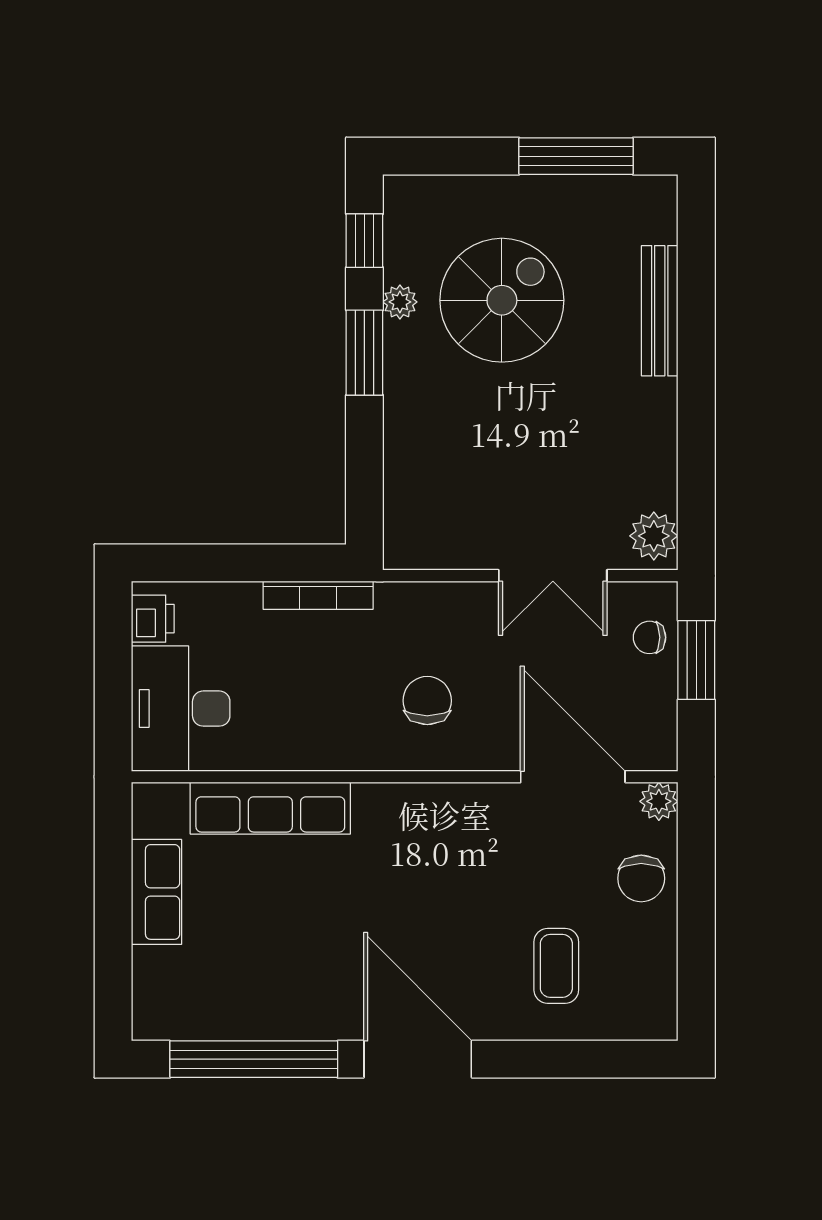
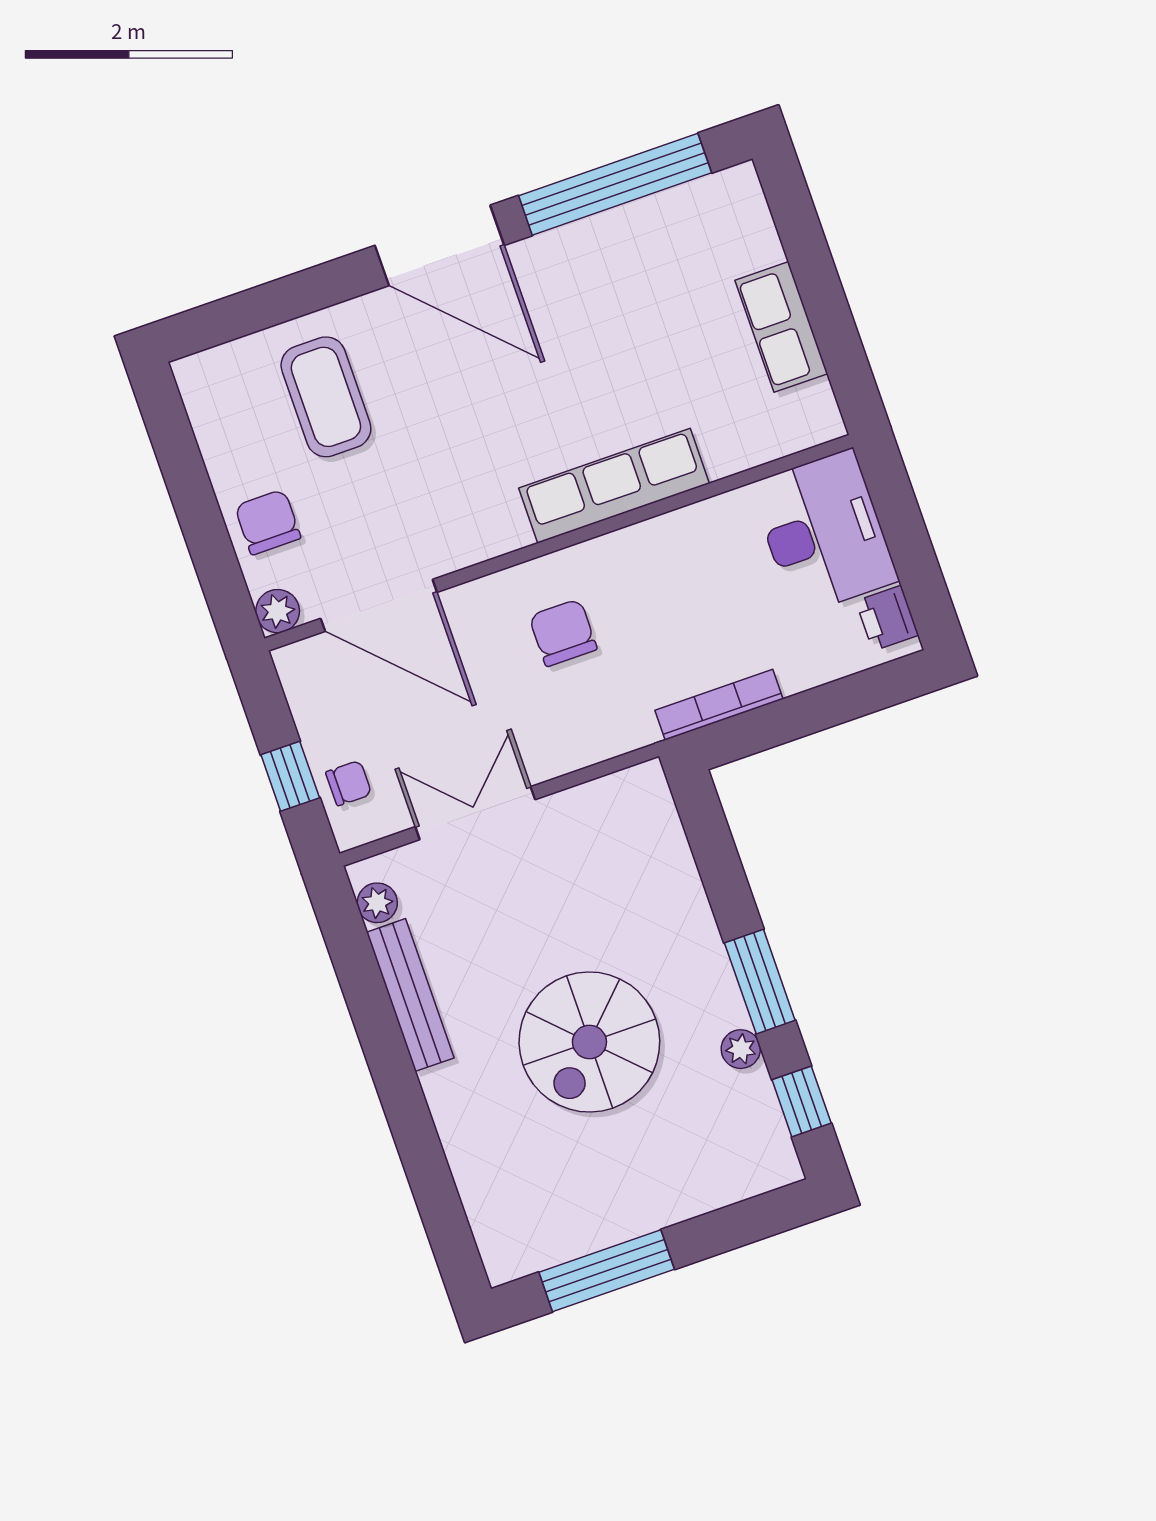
spiral stairs: (502, 300) -> (589, 1042), moved
bench: (660, 311) -> (410, 995), moved
plant: (654, 536) -> (377, 903), width x0.73, depth x0.73
window: (696, 660) -> (290, 776), width x0.67
chair: (427, 701) -> (563, 633), turned 180
row of seats: (270, 808) -> (614, 486), moved
coffee table: (556, 966) -> (326, 397), width x1.36, depth x1.30

